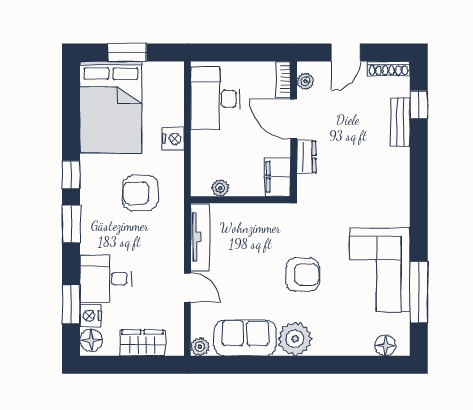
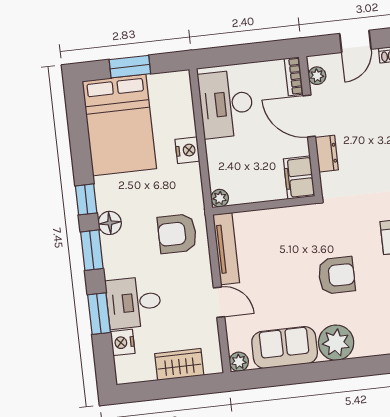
plant: (220, 188) -> (220, 198), moved
armchair: (140, 193) -> (177, 234), moved
window: (71, 304) -> (99, 314), moved
floor lamp: (91, 340) -> (110, 223), moved

